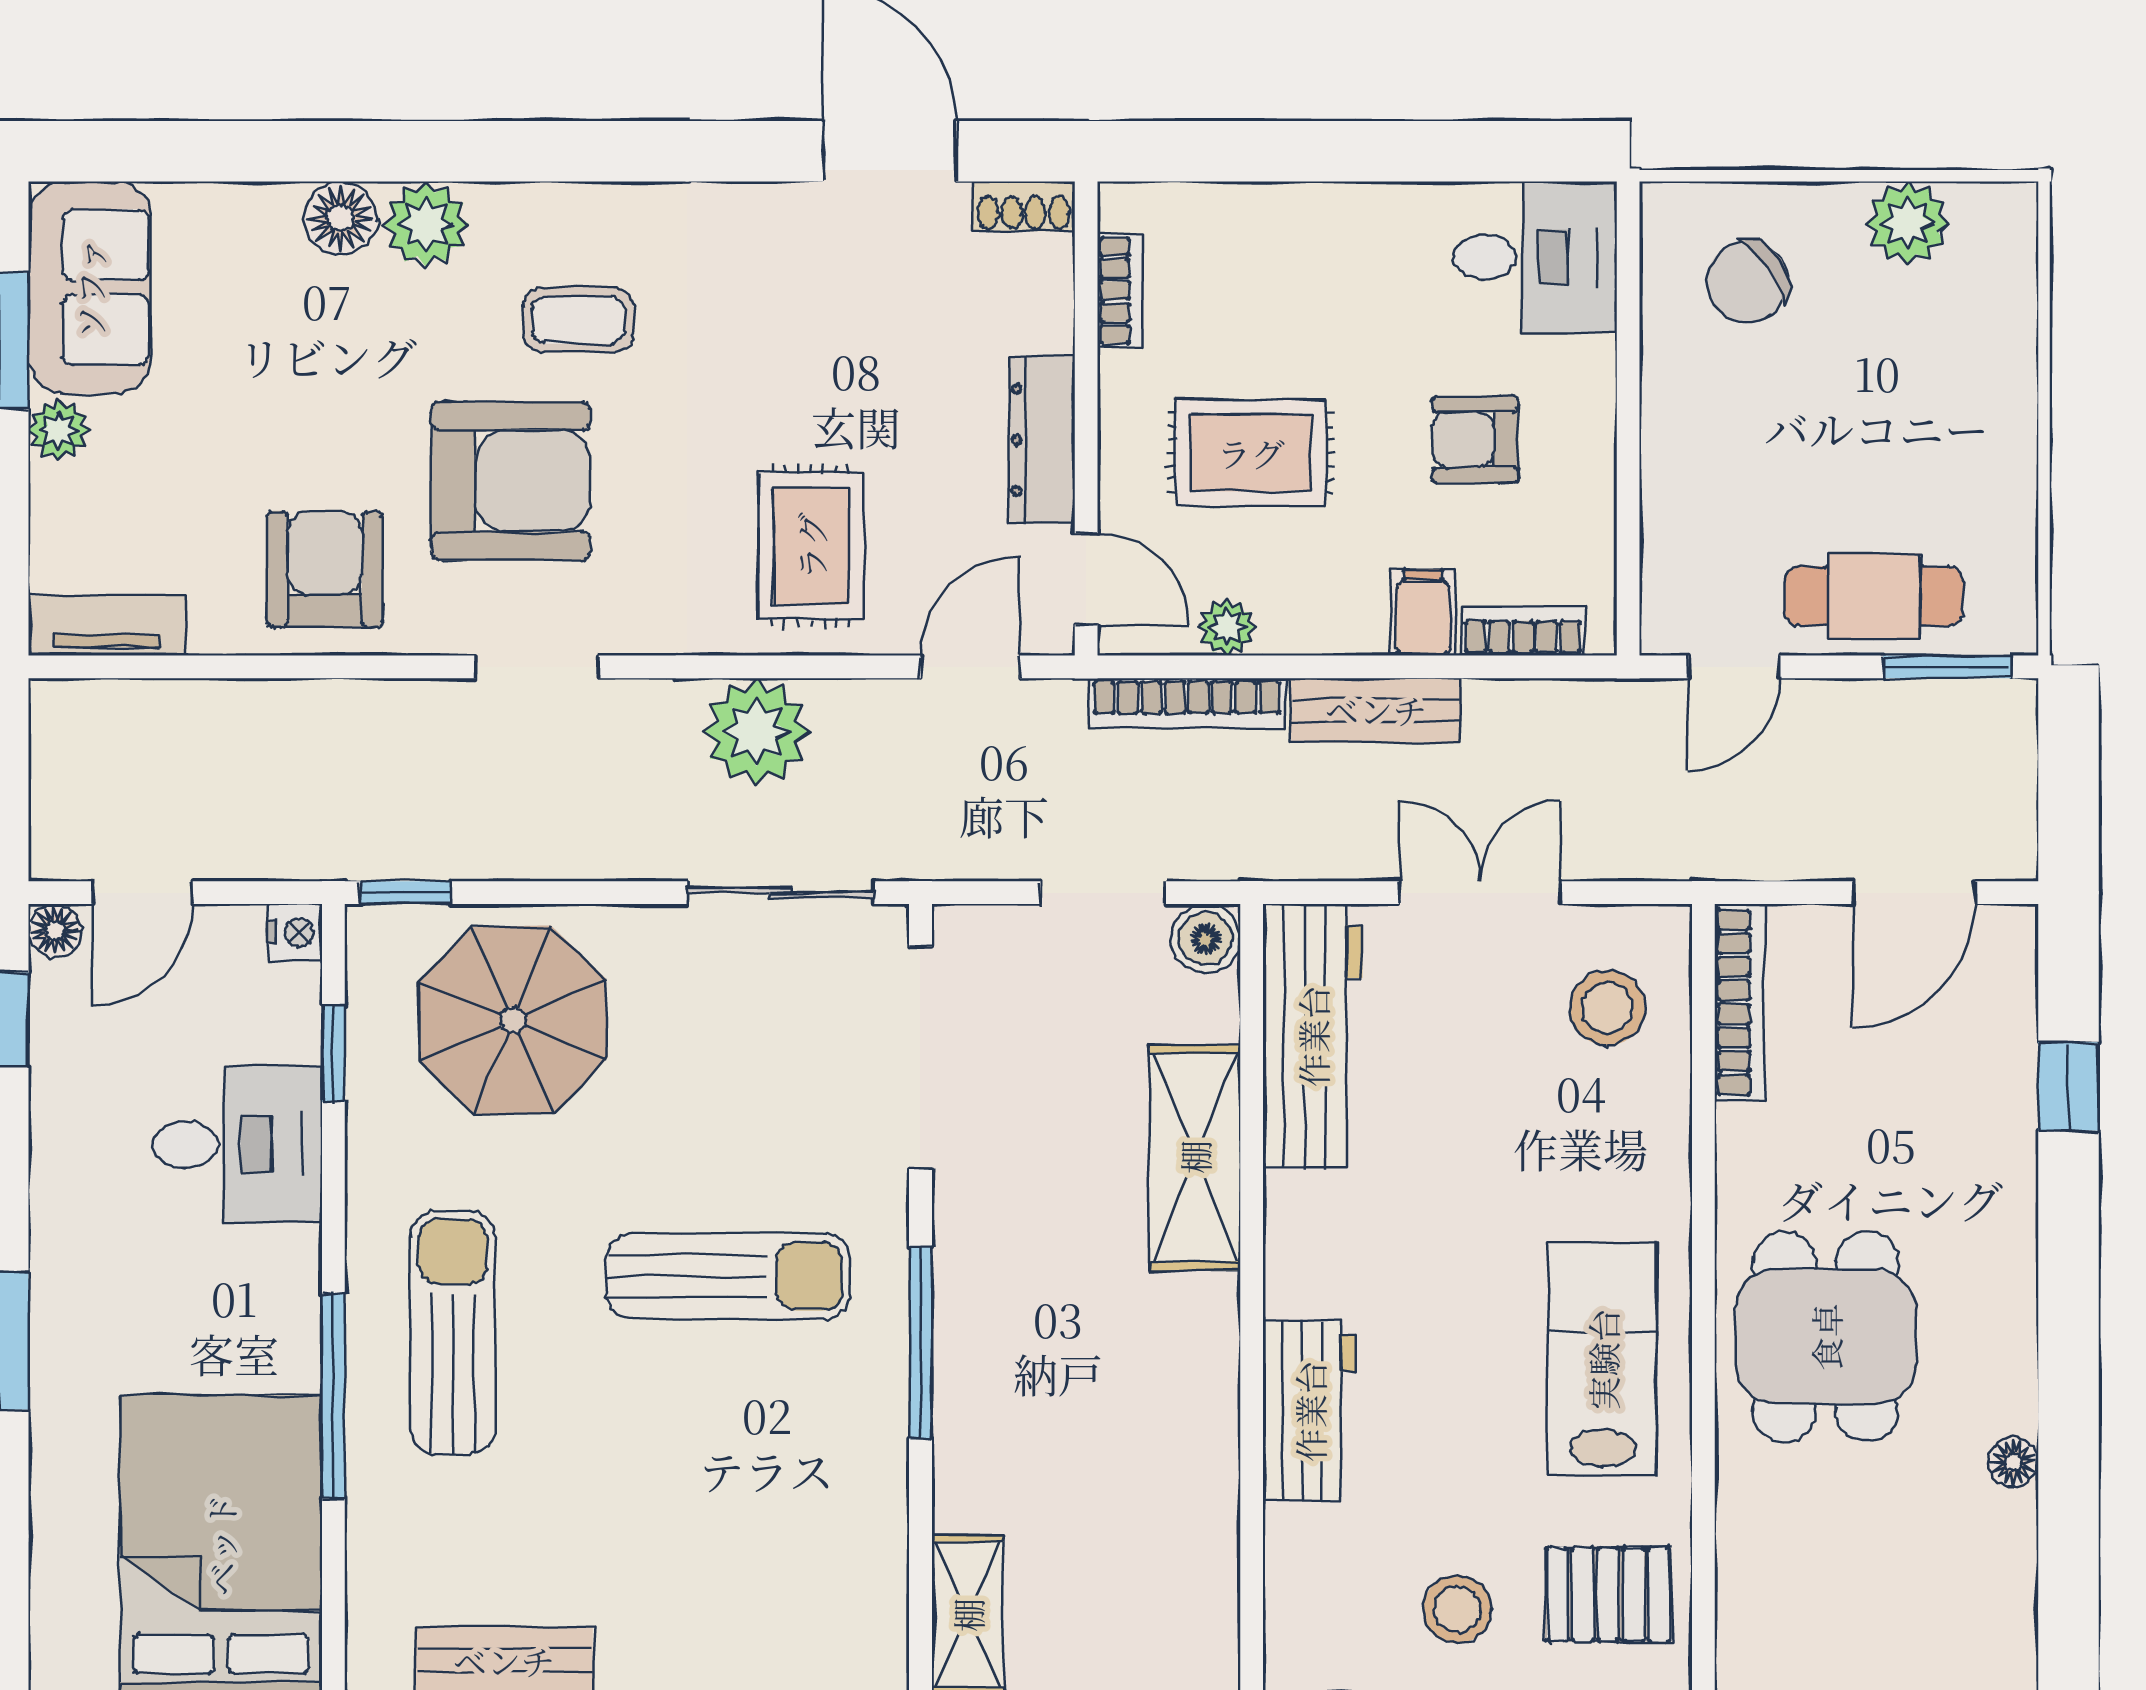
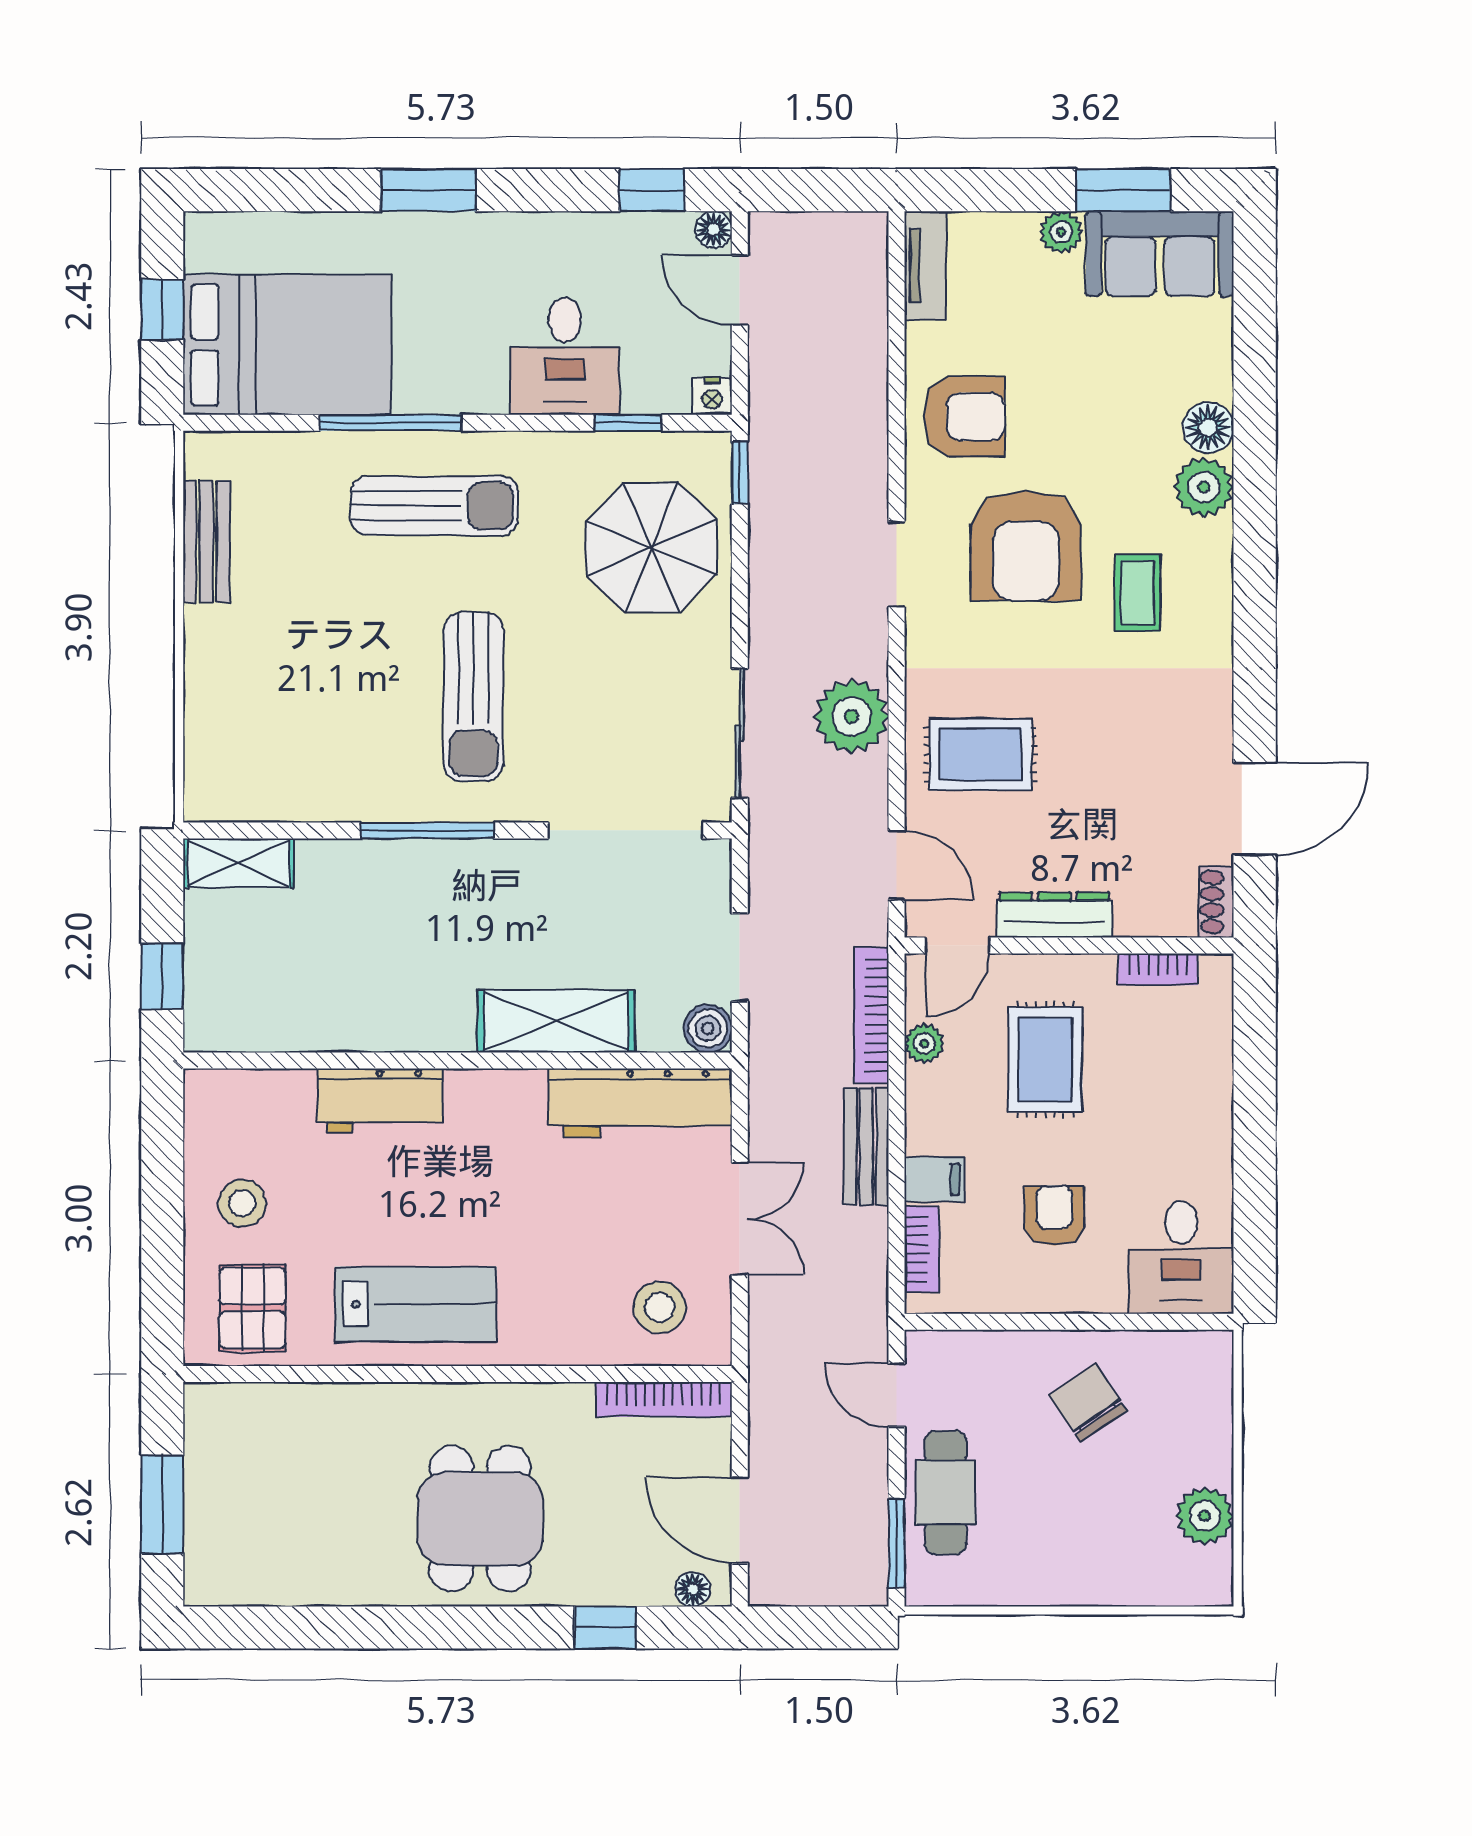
chair: (1747, 282) -> (1088, 1403), moved
dining table: (1826, 1337) -> (480, 1519), moved, turned 90
floor lamp: (2013, 1462) -> (693, 1589), moved

